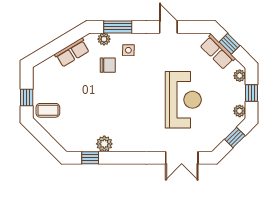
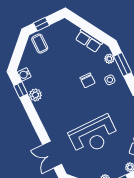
chair: (108, 65) -> (87, 80), moved
water cooler: (75, 145) -> (24, 74), added

